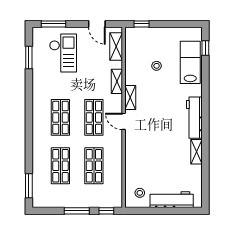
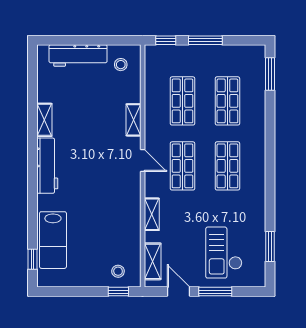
window: (54, 24) -> (215, 292), moved
stool: (157, 66) -> (118, 271), moved
shelving: (130, 97) -> (134, 120), moved

